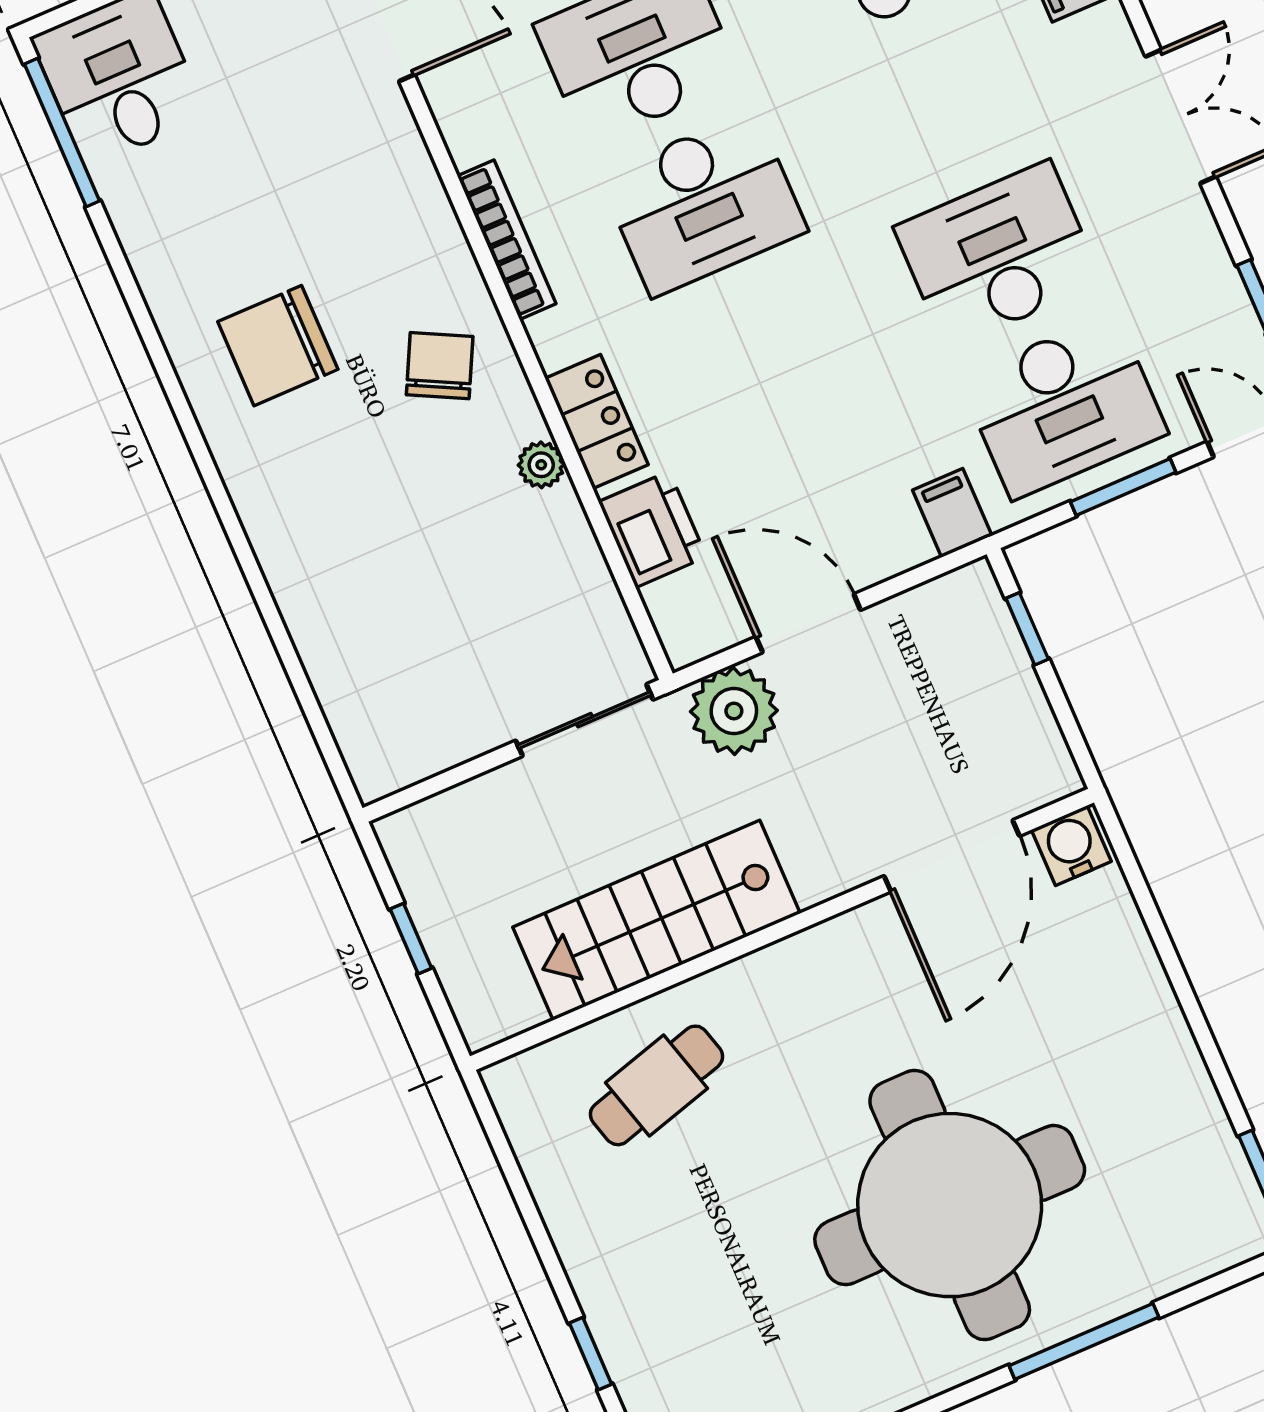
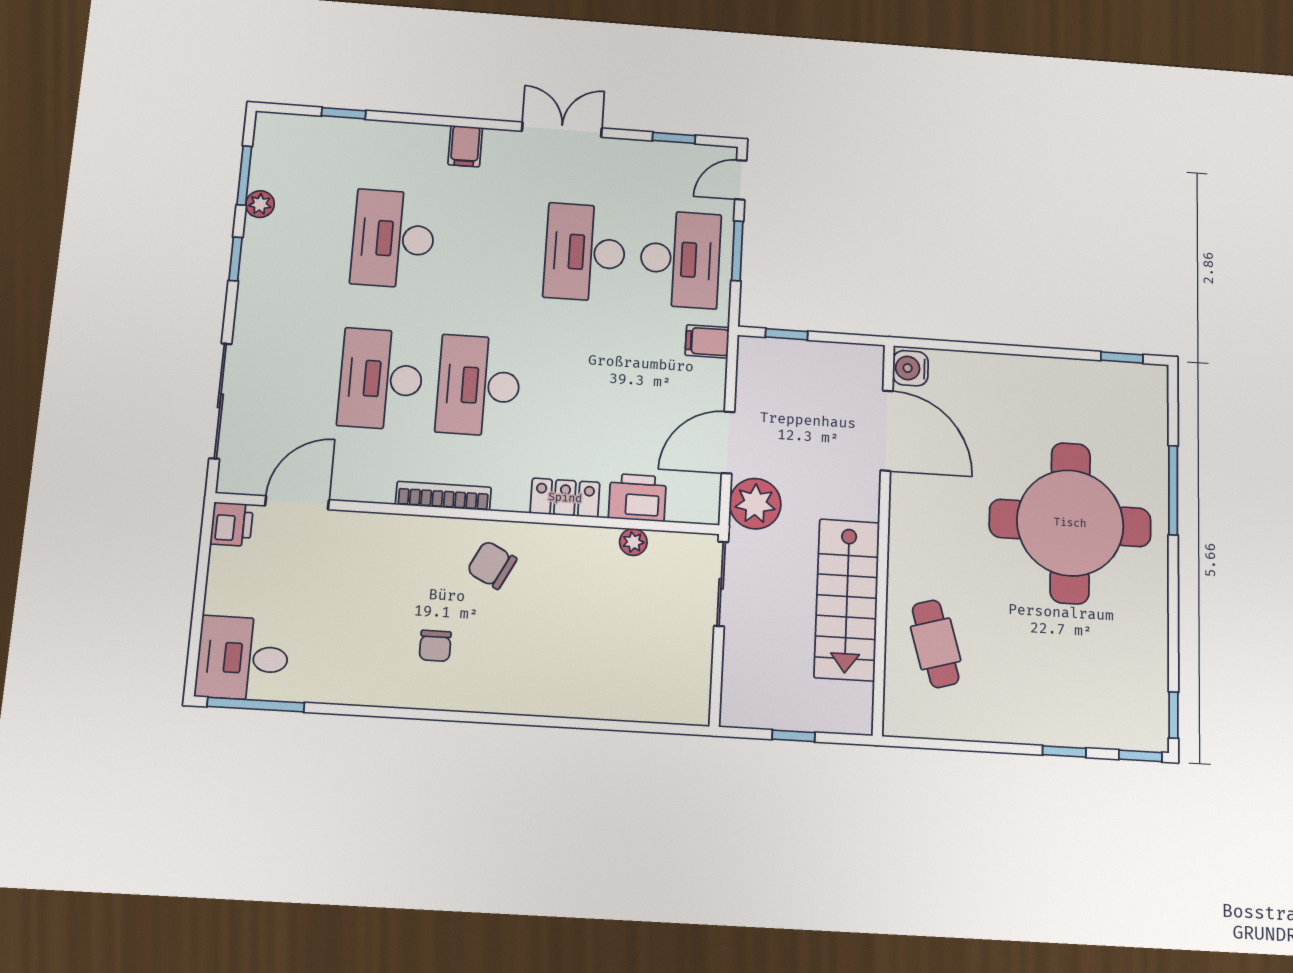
desk: (703, 203) -> (479, 386), turned 180
chair: (278, 346) -> (435, 646), width x0.54, depth x0.54
plant: (541, 465) -> (633, 542), moved

